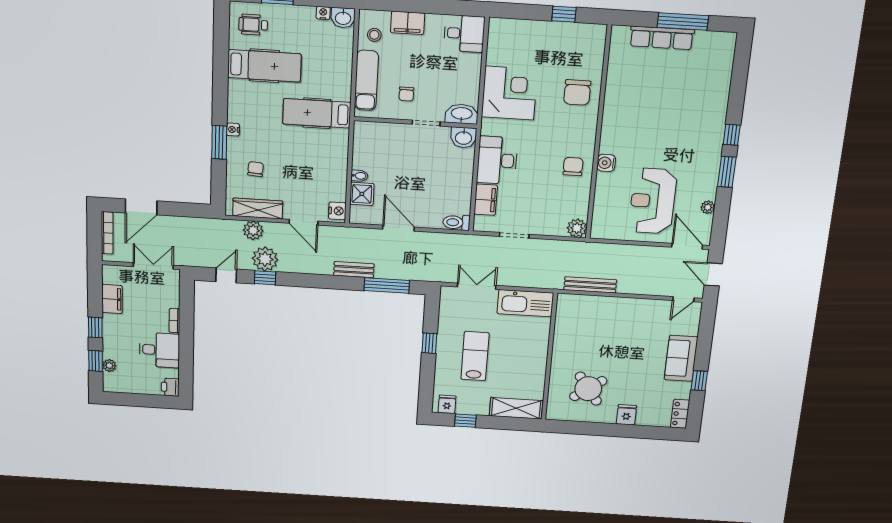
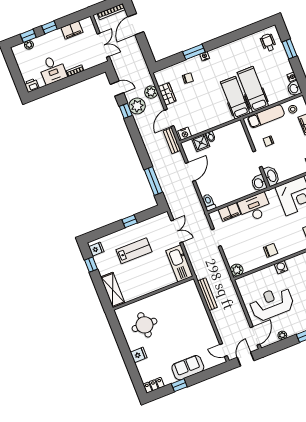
hospital bed: (264, 66) -> (253, 89), moved, turned 180
door: (141, 207) -> (136, 24), hinge flipped
wardrobe: (258, 209) -> (167, 94), width x0.67
bench: (354, 270) -> (172, 141), moved
round table: (588, 389) -> (144, 325), turned 36

